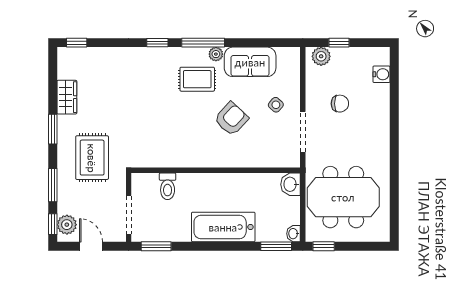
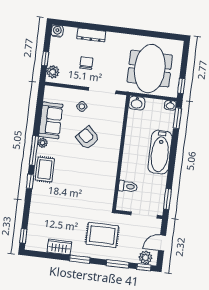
water cooler: (381, 74) -> (57, 31), moved
rug: (197, 79) -> (45, 169), moved
dresser: (382, 106) -> (91, 35), added

